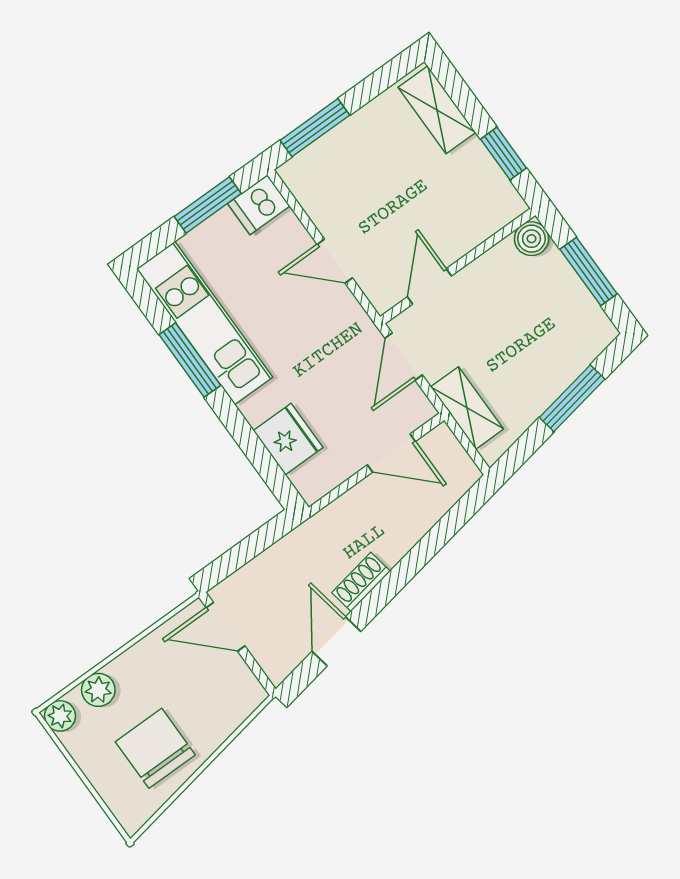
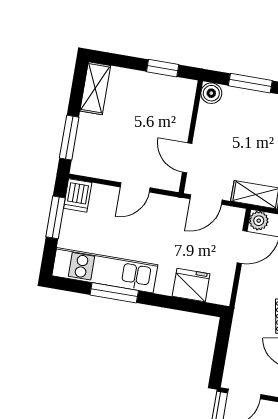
shelving: (437, 110) -> (95, 88), moved, turned 90
door: (404, 356) -> (206, 199), hinge flipped
plant: (441, 442) -> (259, 221), added

